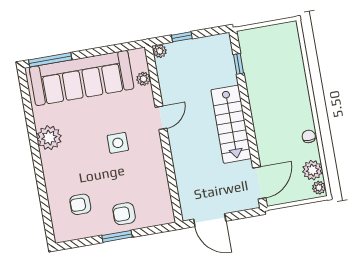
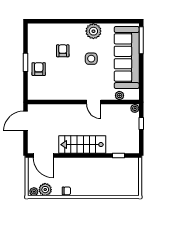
side table: (118, 143) -> (91, 59), moved
armchair: (80, 204) -> (63, 51), moved

